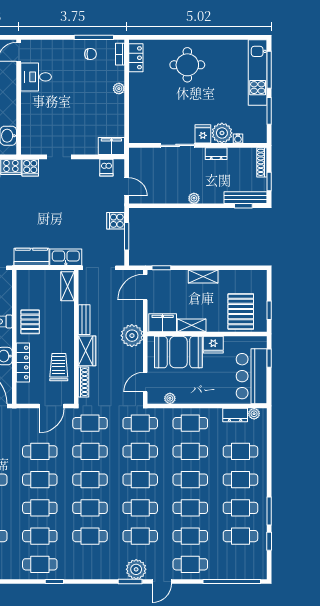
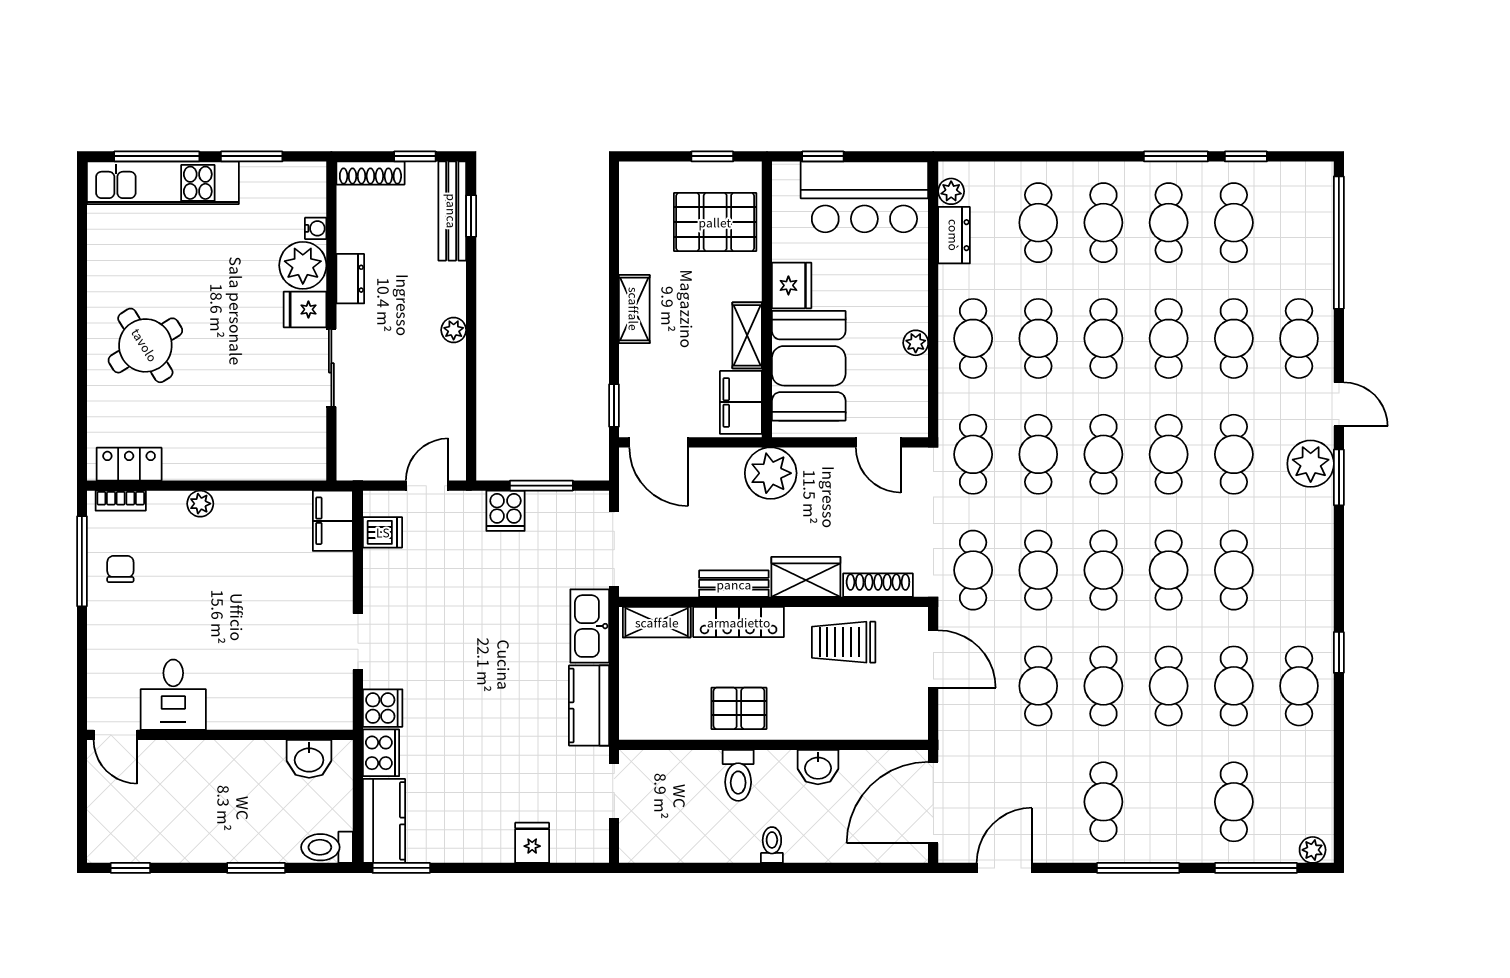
round table: (187, 65) -> (145, 345), turned -32
locker: (23, 362) -> (739, 622), moved, turned 180
plant: (170, 398) -> (916, 343), moved

